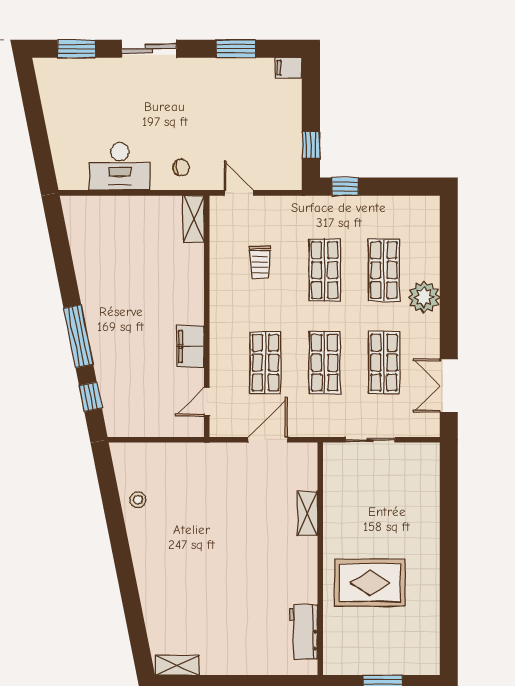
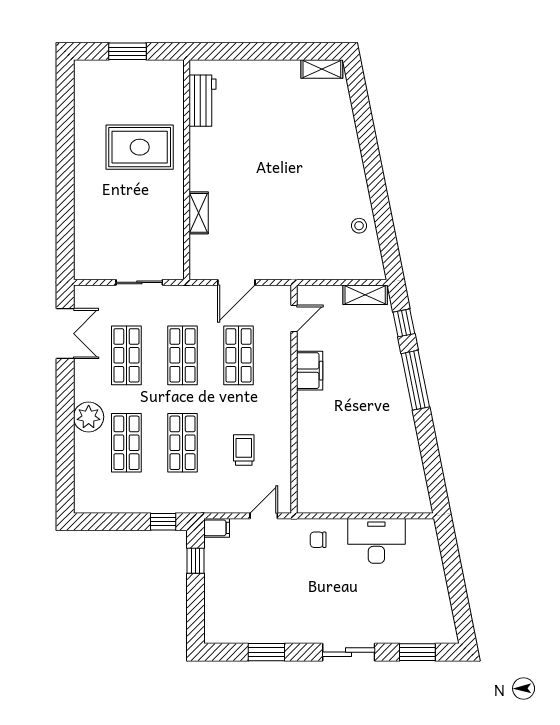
filing cabinet: (289, 68) -> (217, 528), moved
door: (239, 193) -> (264, 516), swing flipped
shelving: (194, 219) -> (365, 295), moved, turned 90

